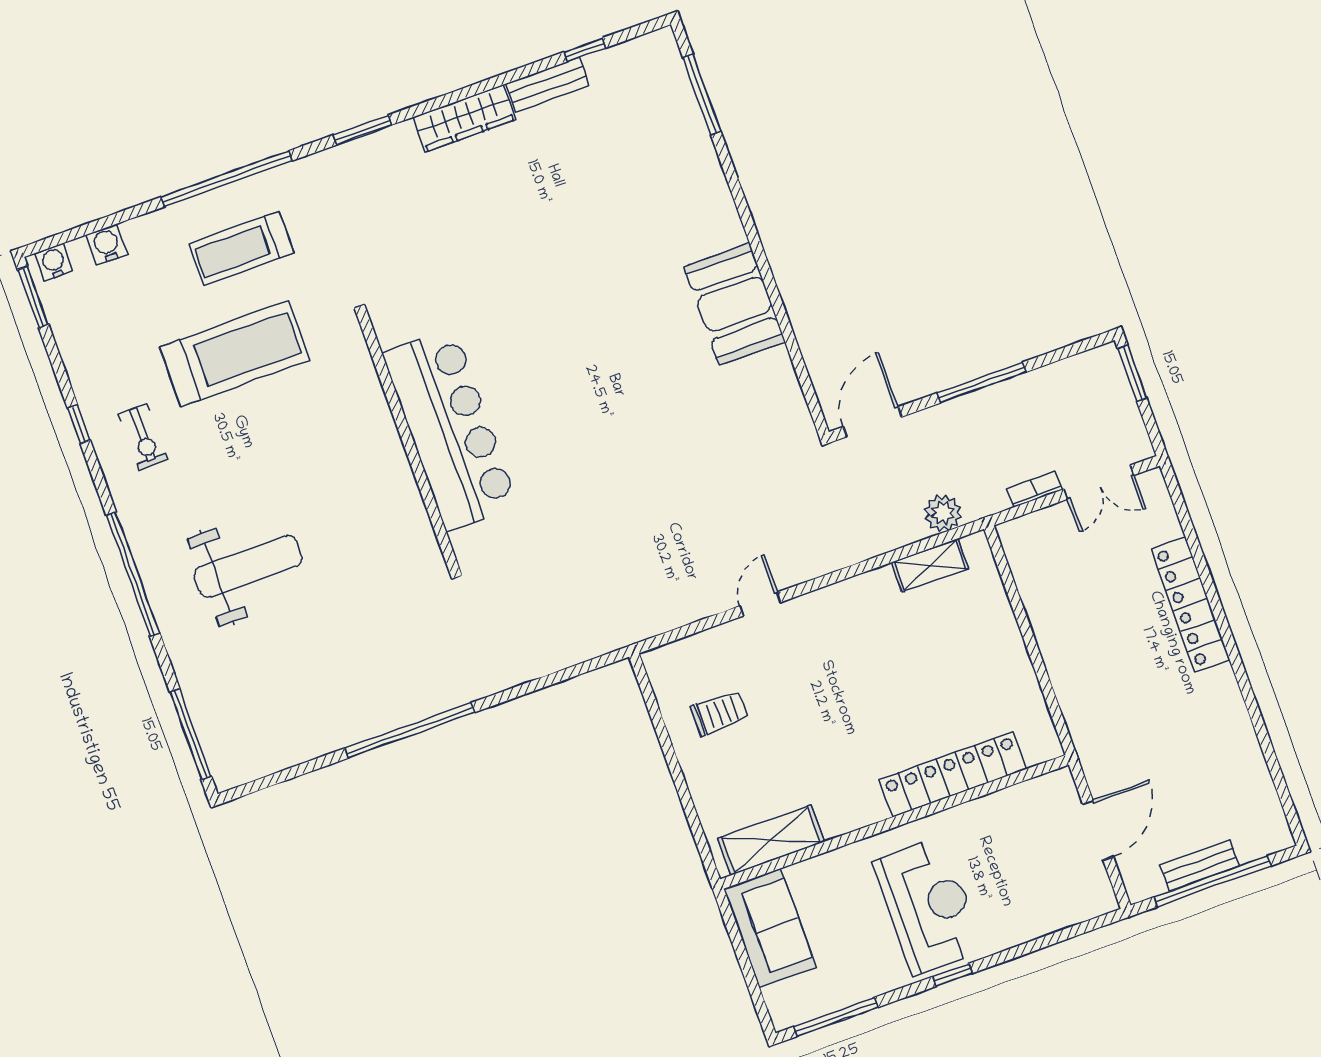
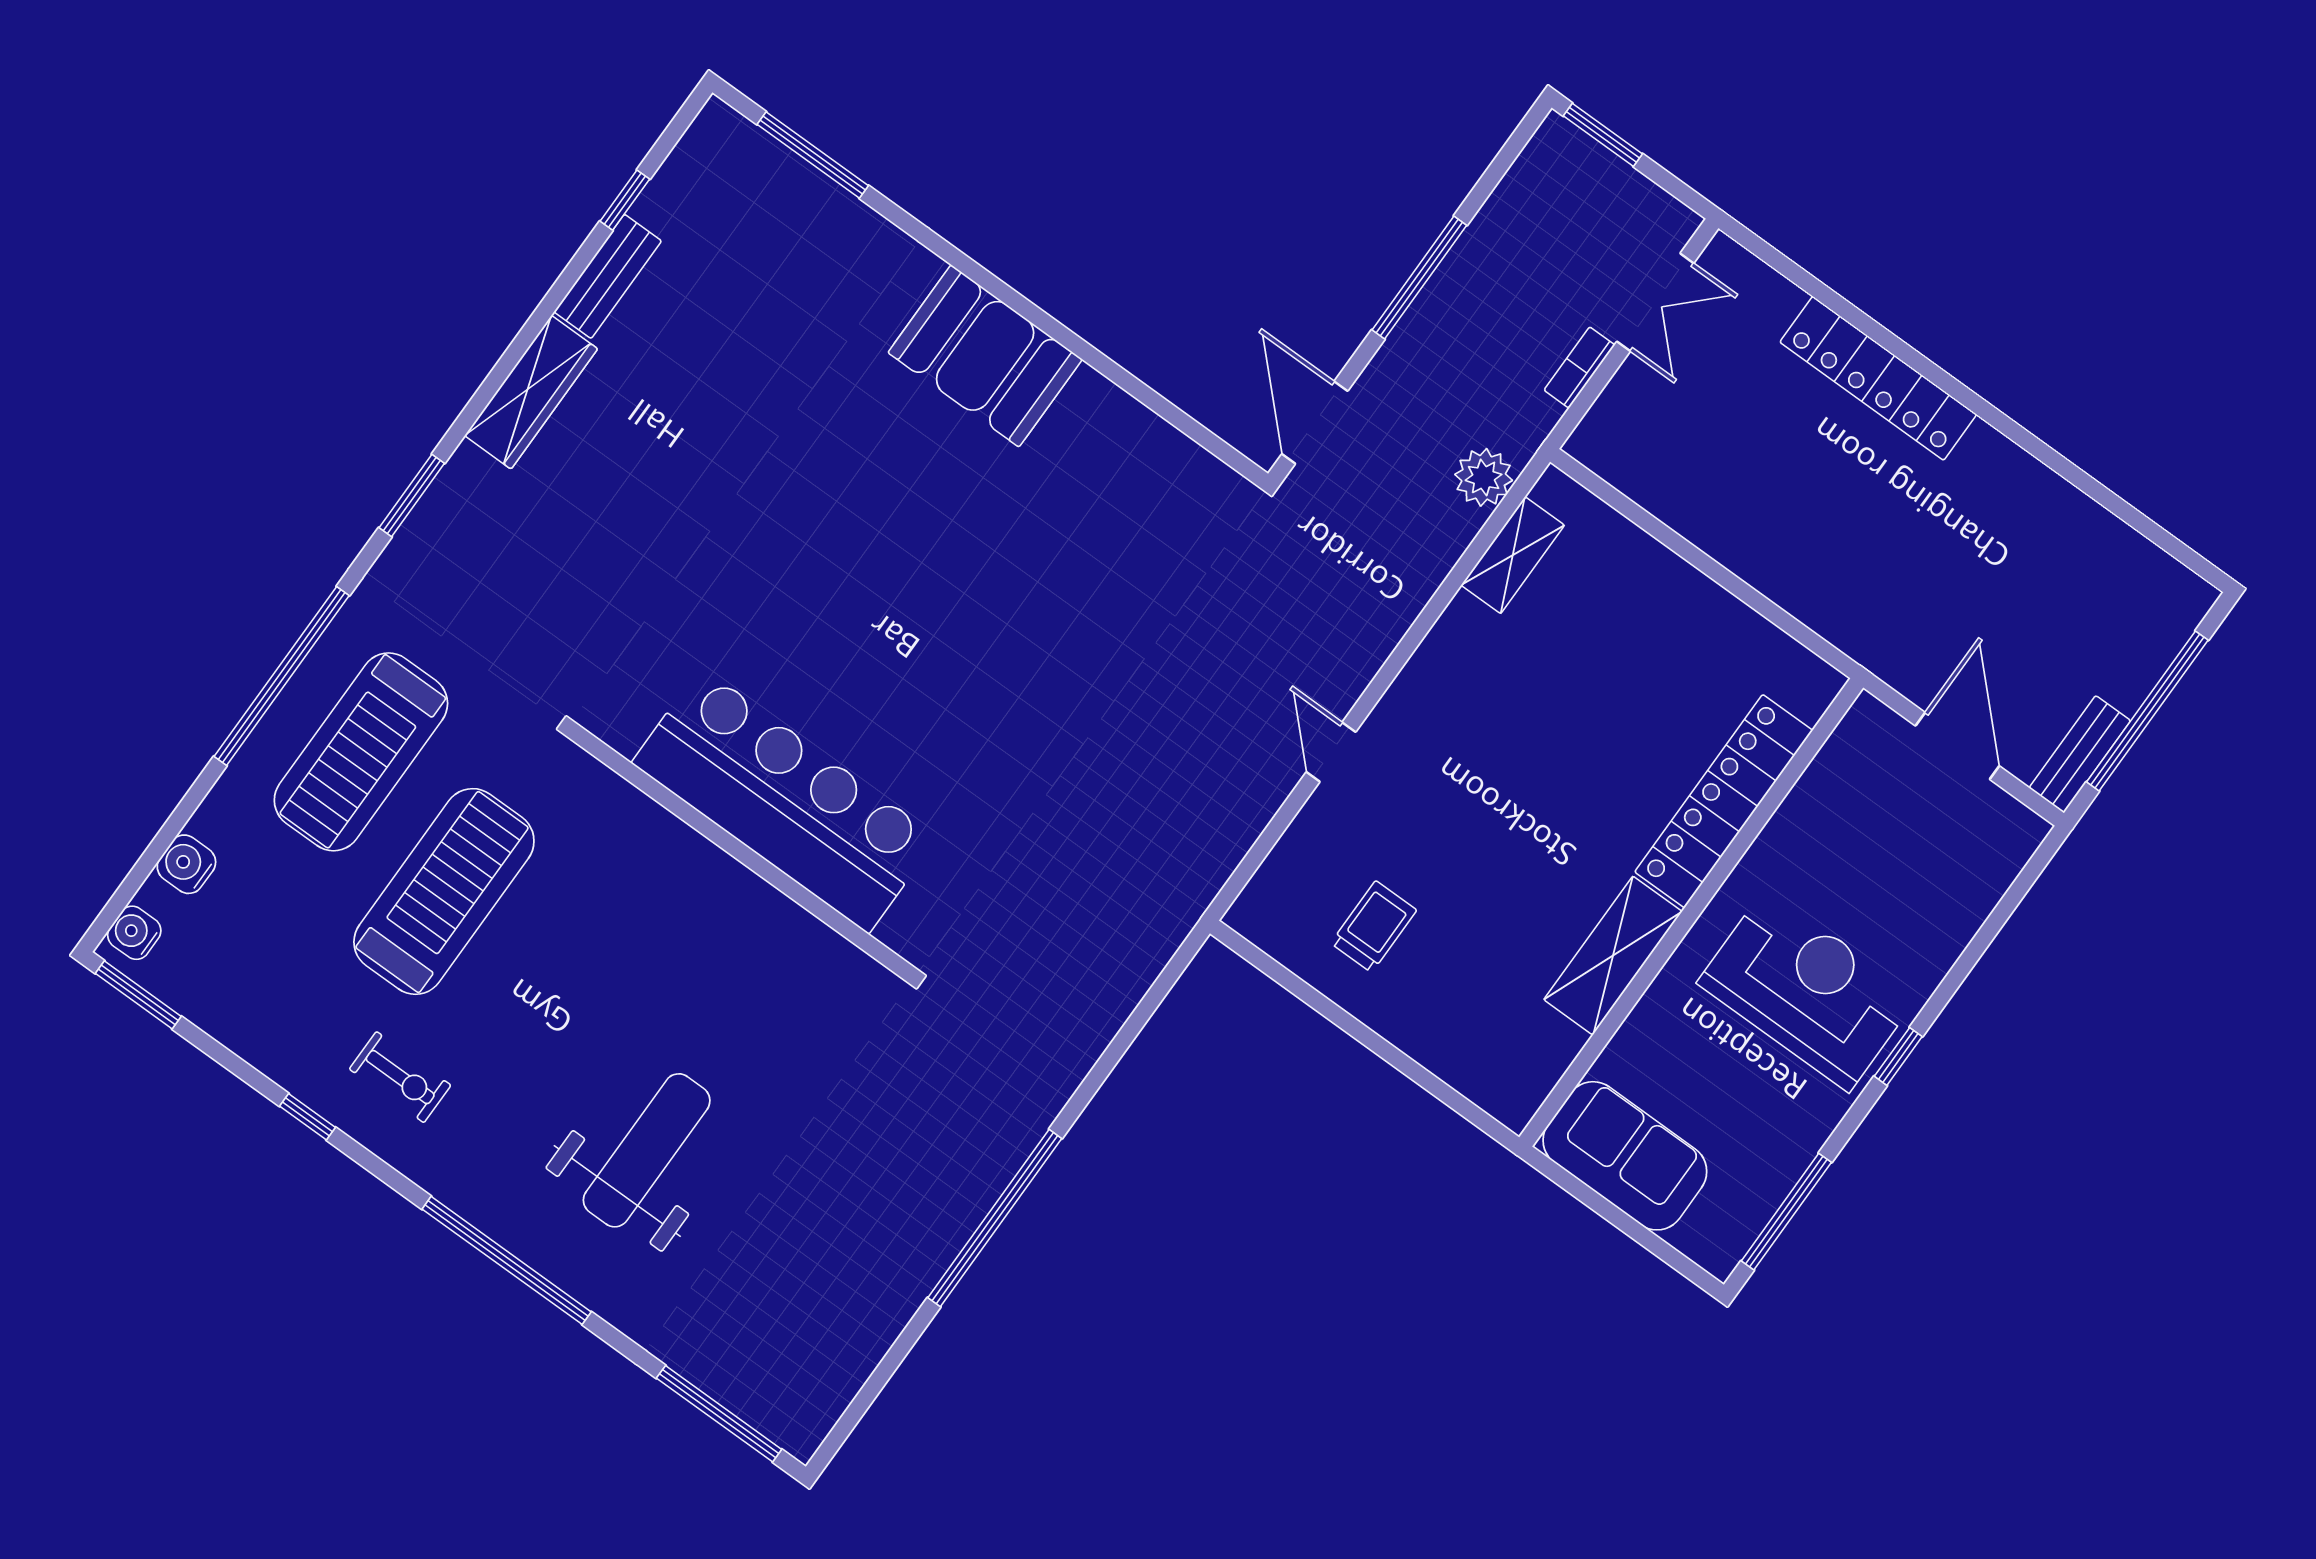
treadmill: (241, 248) -> (361, 752), width x1.37, depth x1.38
booth: (735, 304) -> (985, 356), moved
shelving: (771, 840) -> (1613, 956), moved
bench: (1200, 866) -> (2080, 754), moved

